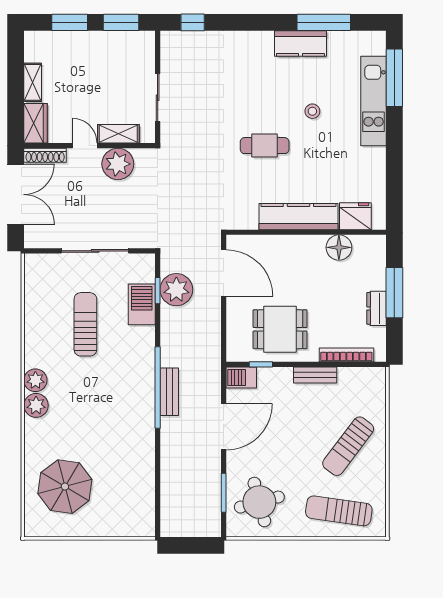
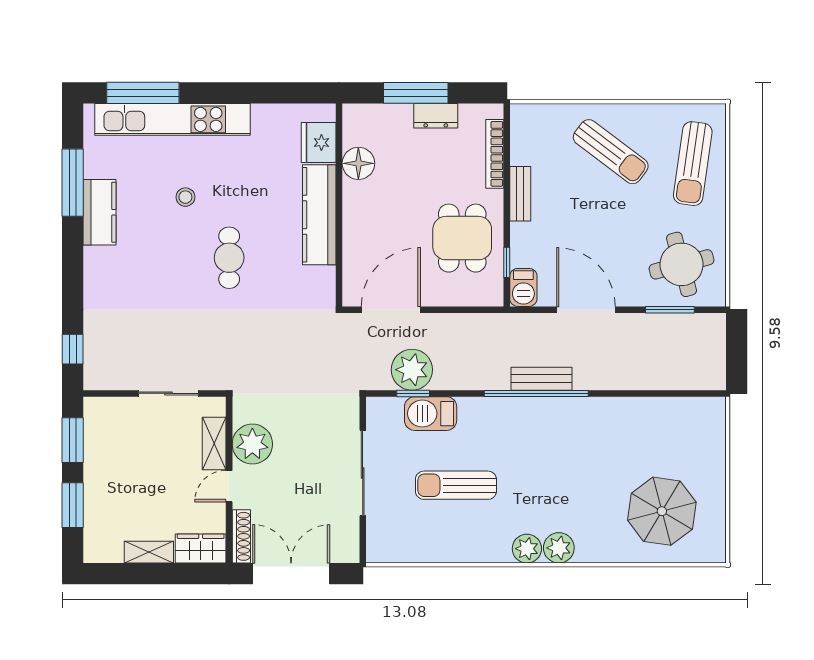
kitchen unit: (374, 101) -> (173, 119), width x1.36

